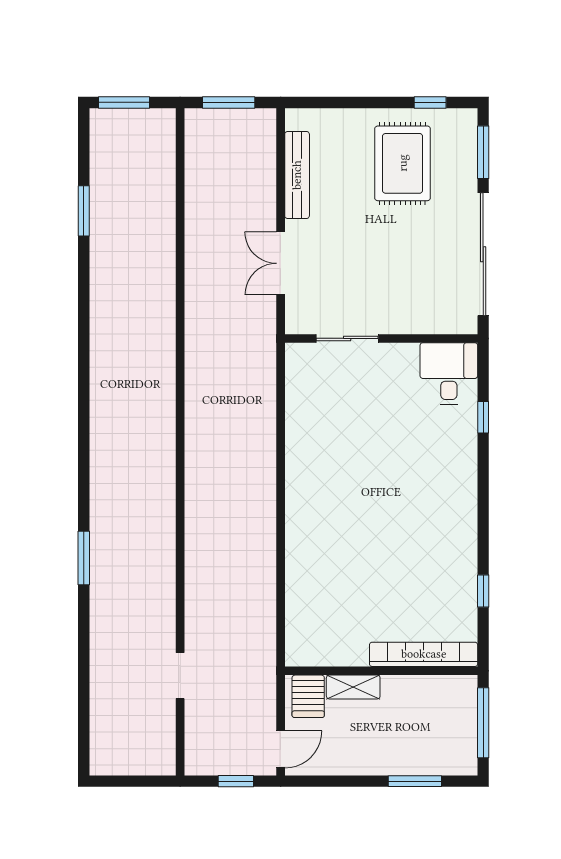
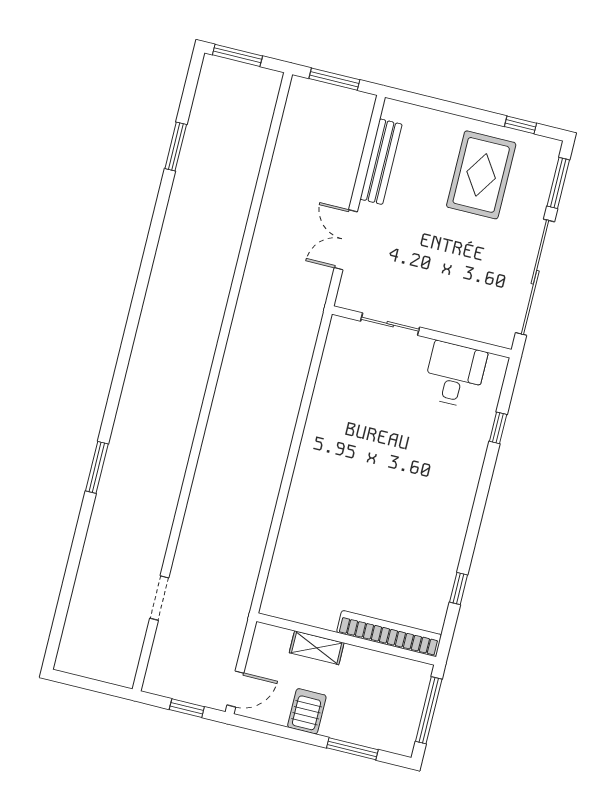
desk: (449, 374) -> (455, 374), moved
server rack: (308, 696) -> (307, 711), moved, turned 180

